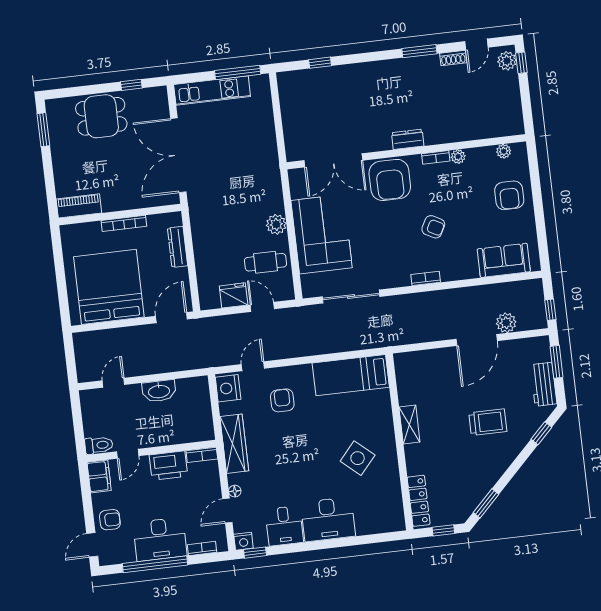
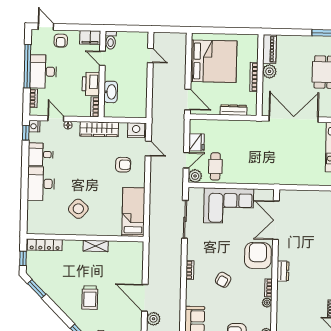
armchair: (390, 180) -> (258, 256), turned 90
plant: (112, 201) -> (269, 71), added
plant: (276, 224) -> (195, 176), moved
washbasin: (159, 391) -> (111, 92), moved, turned 180

